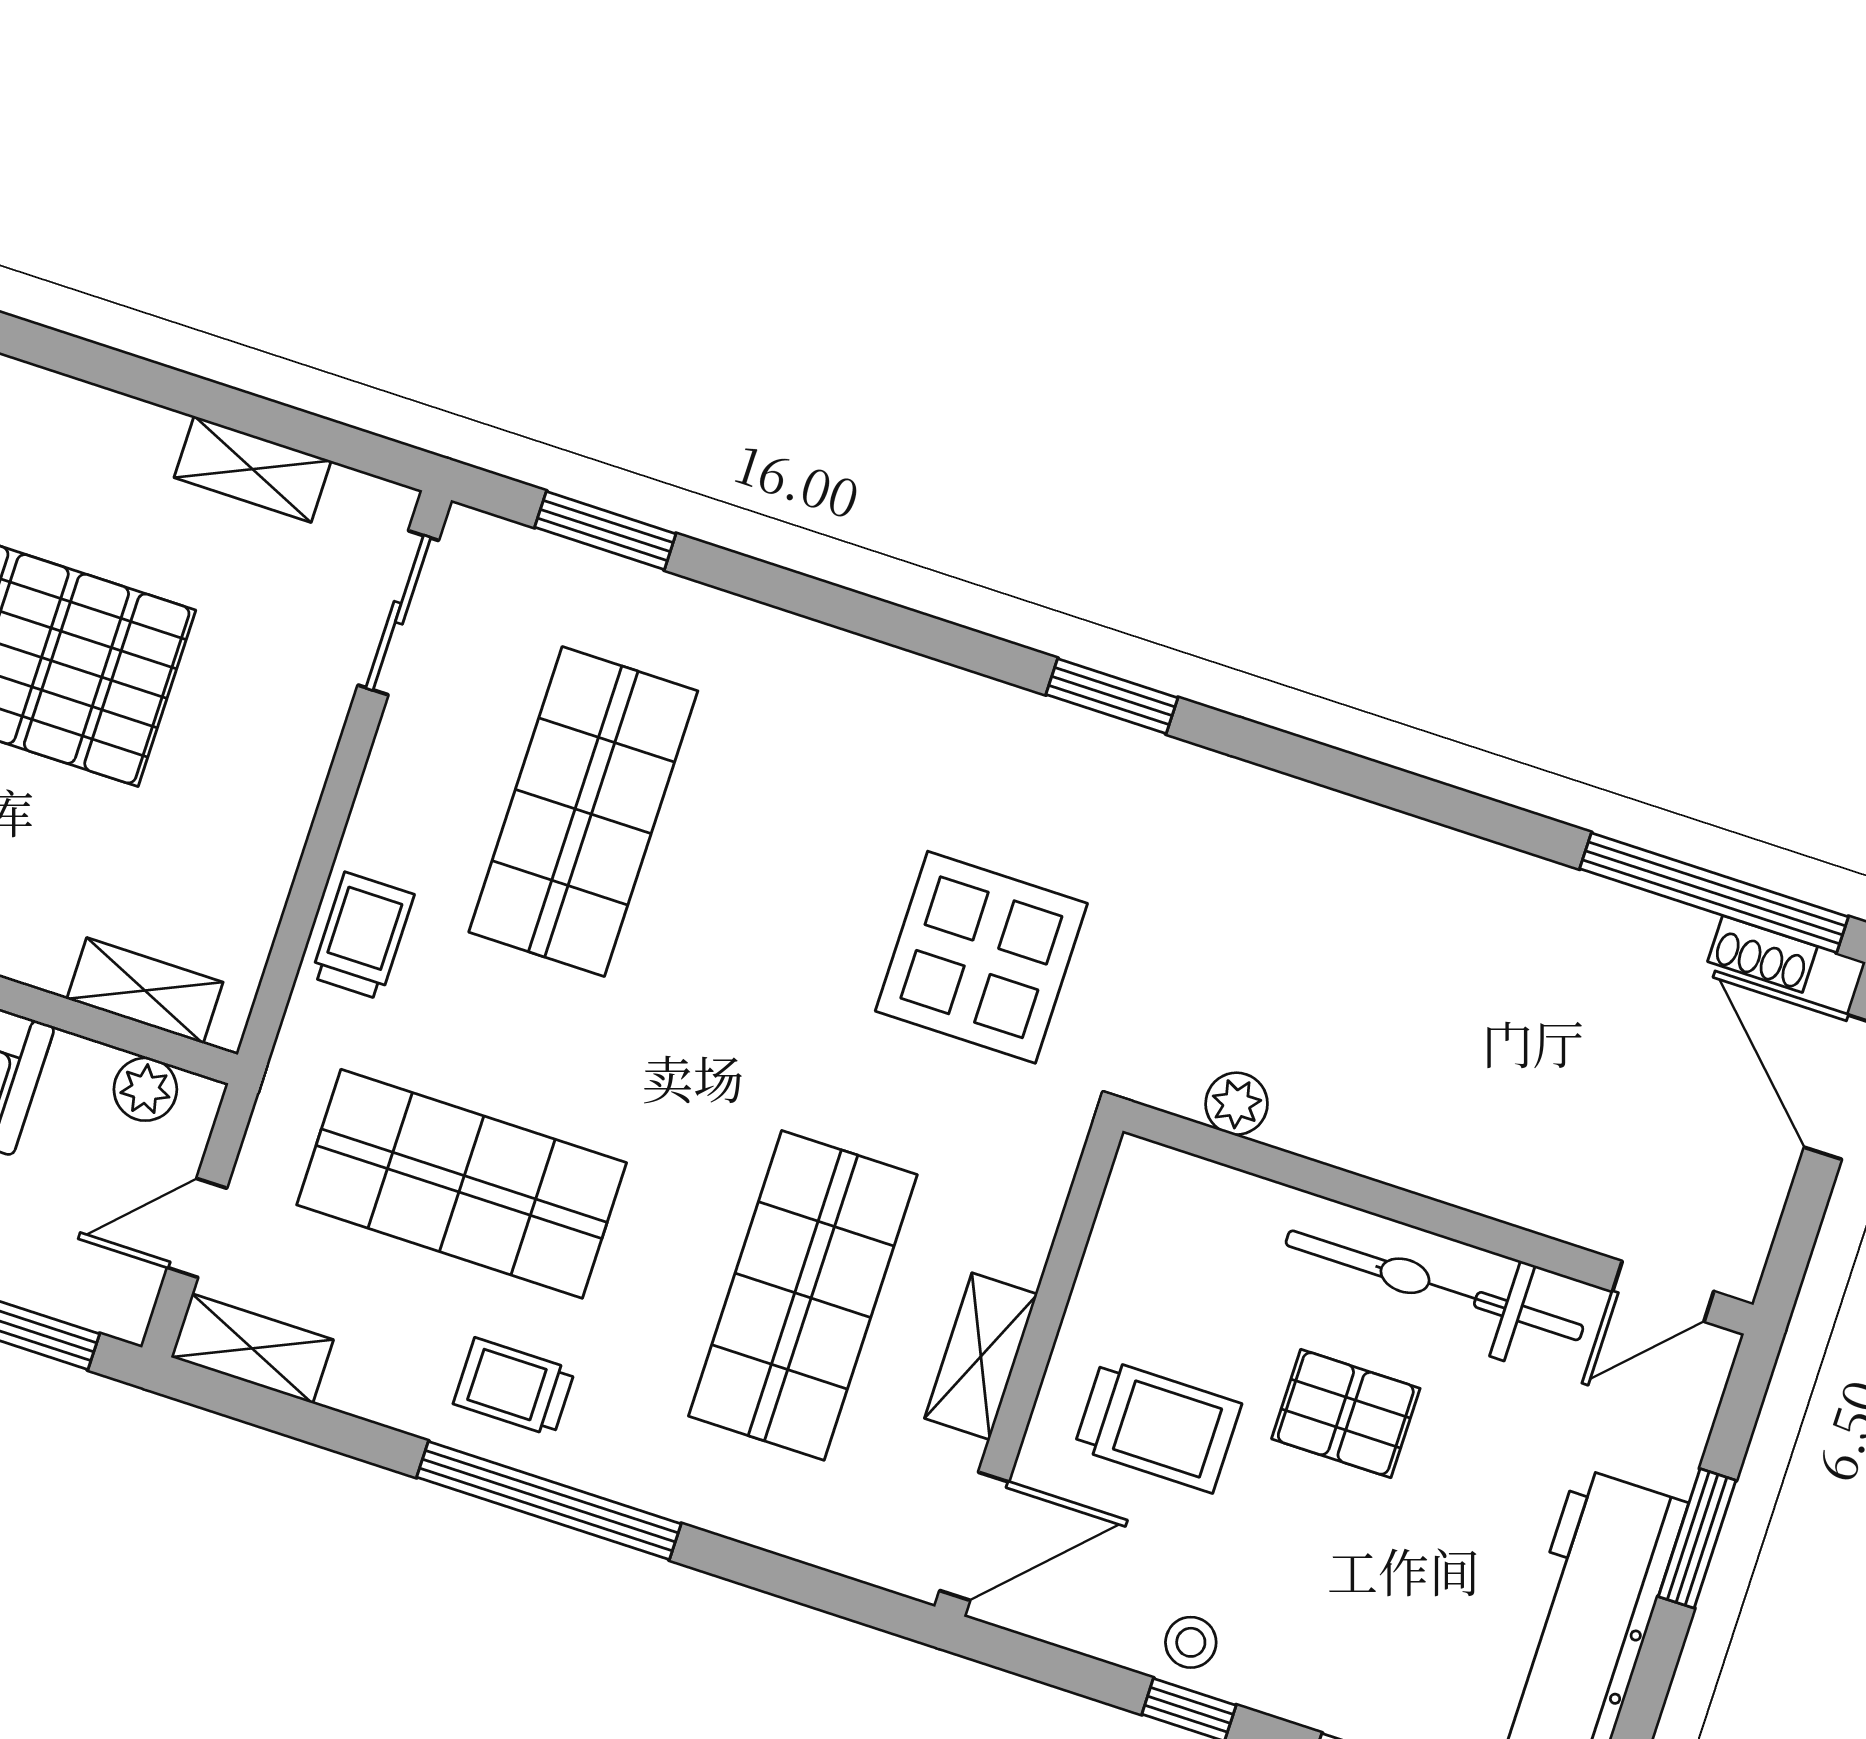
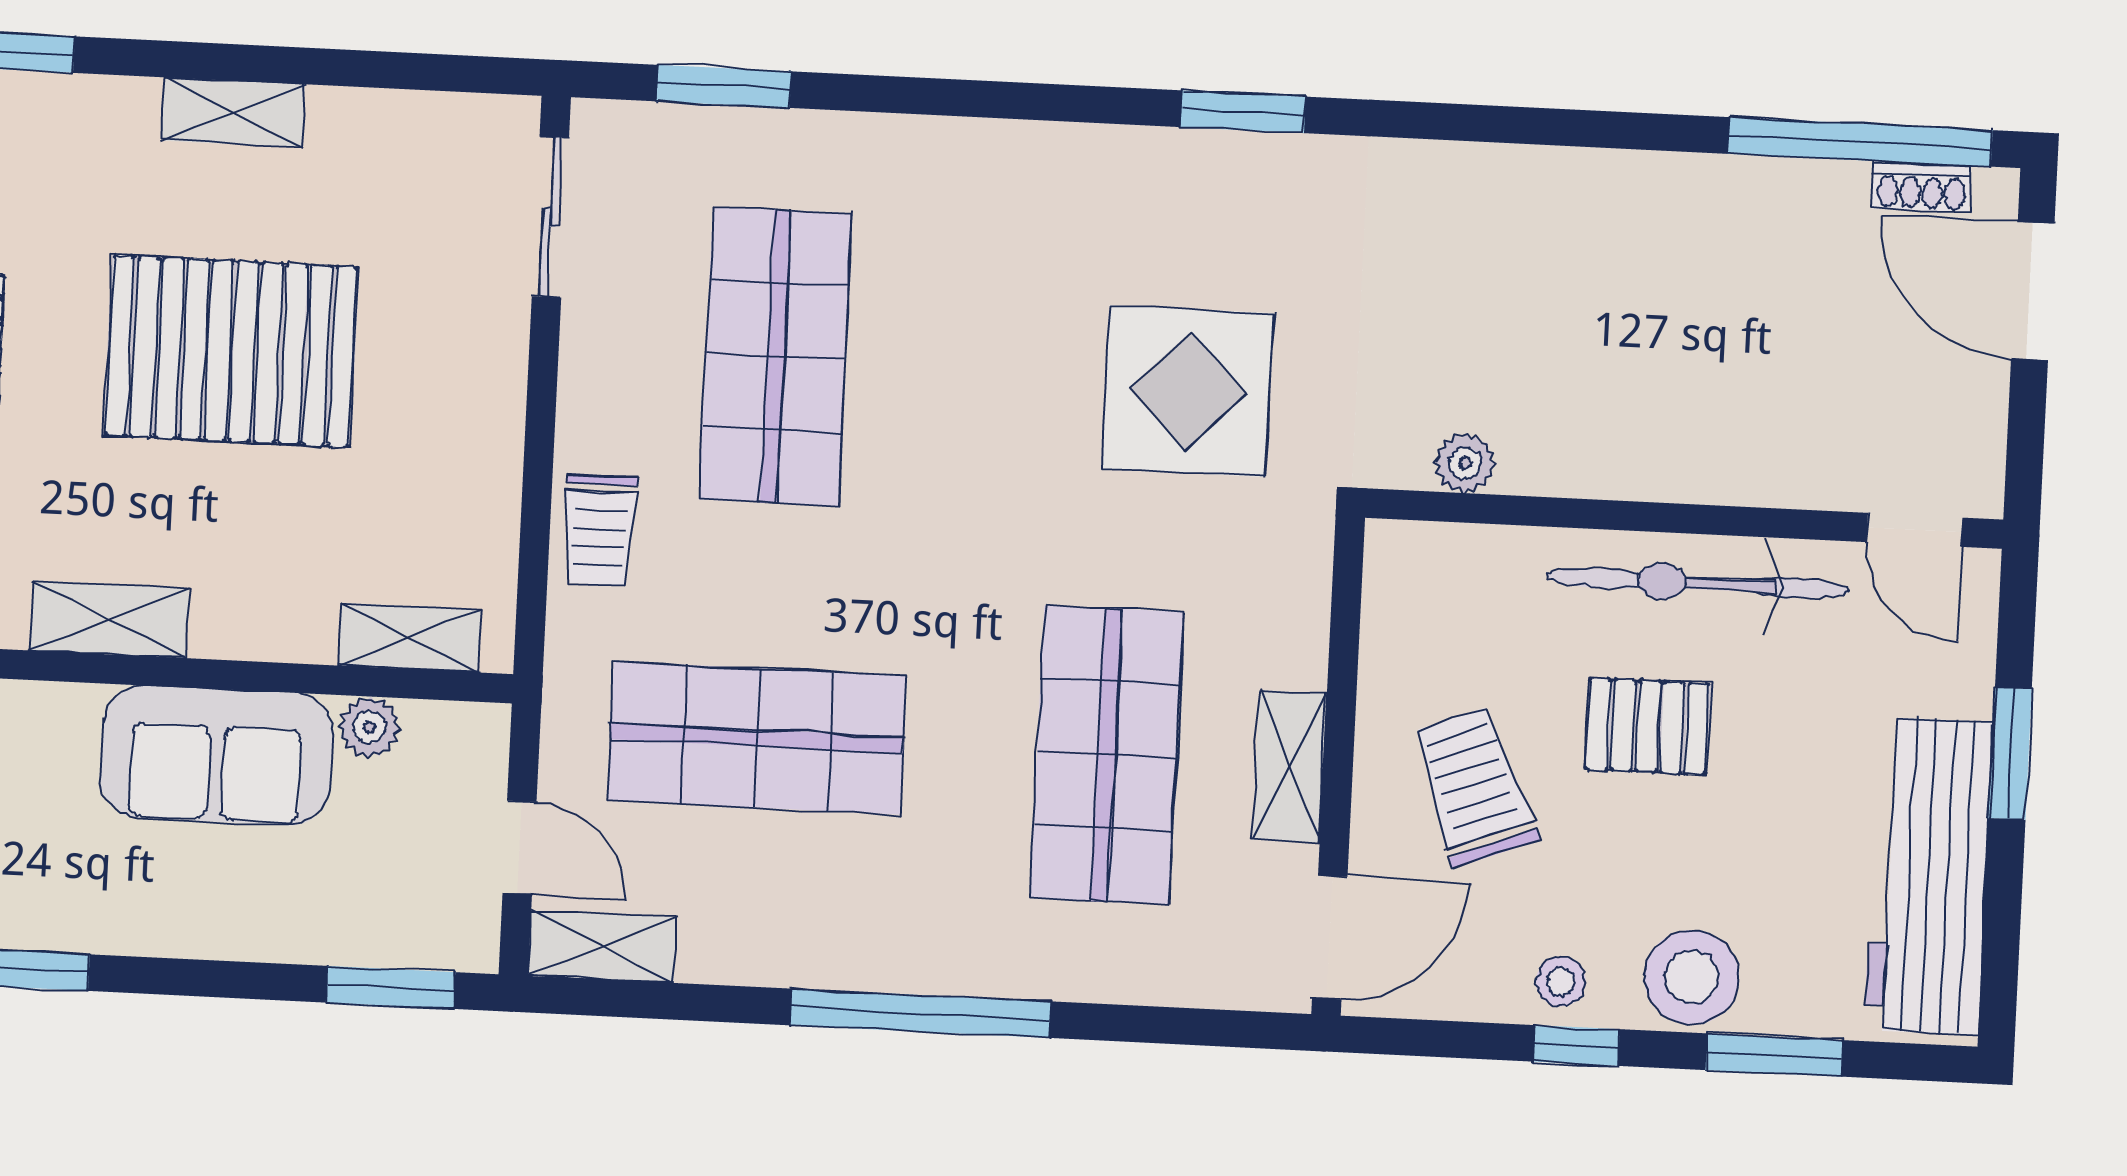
shelving: (253, 469) -> (233, 112), moved
trolley: (362, 936) -> (600, 530), turned 180
plant: (145, 1089) -> (369, 727), moved
door: (197, 1228) -> (520, 847), swing flipped
door: (1663, 1291) -> (1915, 530), hinge flipped
trolley: (514, 1387) -> (858, 915), removed
trolley: (1158, 1426) -> (1474, 786), turned -111
stool: (1321, 1674) -> (1691, 977), added

